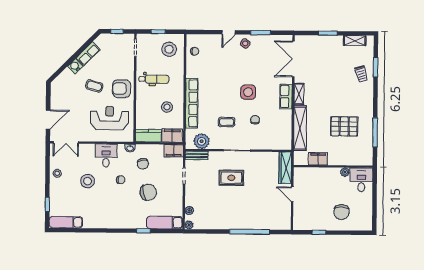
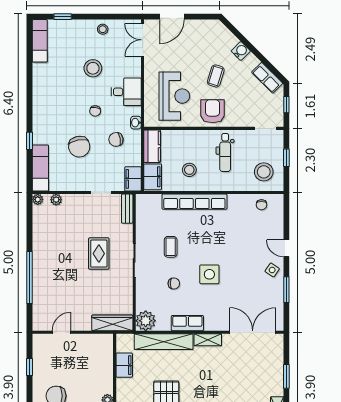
row of seats: (88, 54) -> (267, 78), moved
row of seats: (286, 97) -> (187, 323), moved
door: (48, 120) -> (172, 17), hinge flipped
plant: (202, 141) -> (146, 321), moved
door: (292, 194) -> (62, 332), moved

